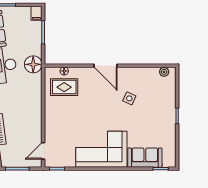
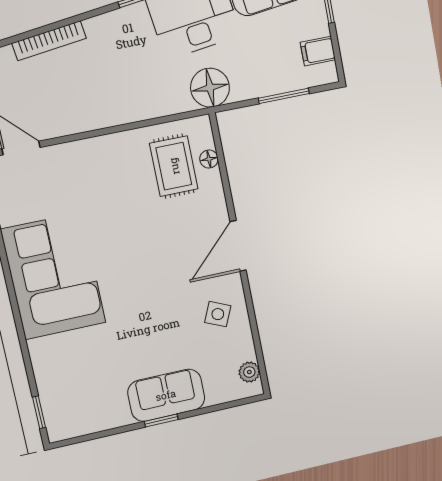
filing cabinet: (36, 13) -> (318, 51), moved
side table: (129, 98) -> (218, 314), moved
sofa: (145, 158) -> (166, 395), moved, turned -90

